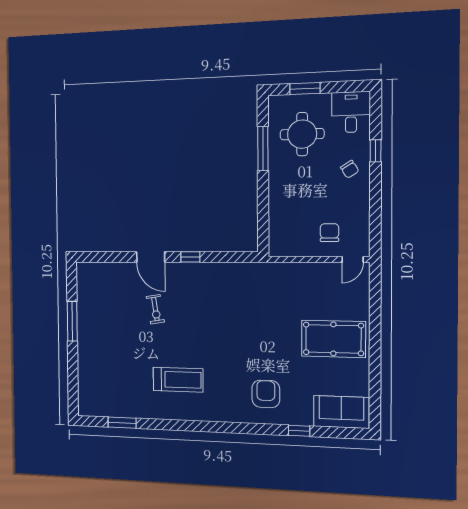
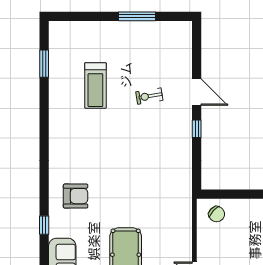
chair: (330, 233) -> (217, 214), moved, turned 43
door: (151, 257) -> (197, 92), swing flipped
treadmill: (178, 380) -> (95, 86), moved

